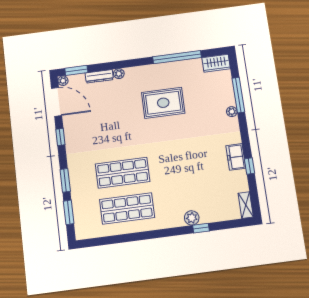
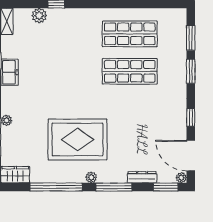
window: (124, 64) -> (114, 187), added
plant: (119, 74) -> (91, 177), moved
rug: (163, 103) -> (77, 139), width x1.37, depth x1.44
plant: (192, 218) -> (39, 16), moved

